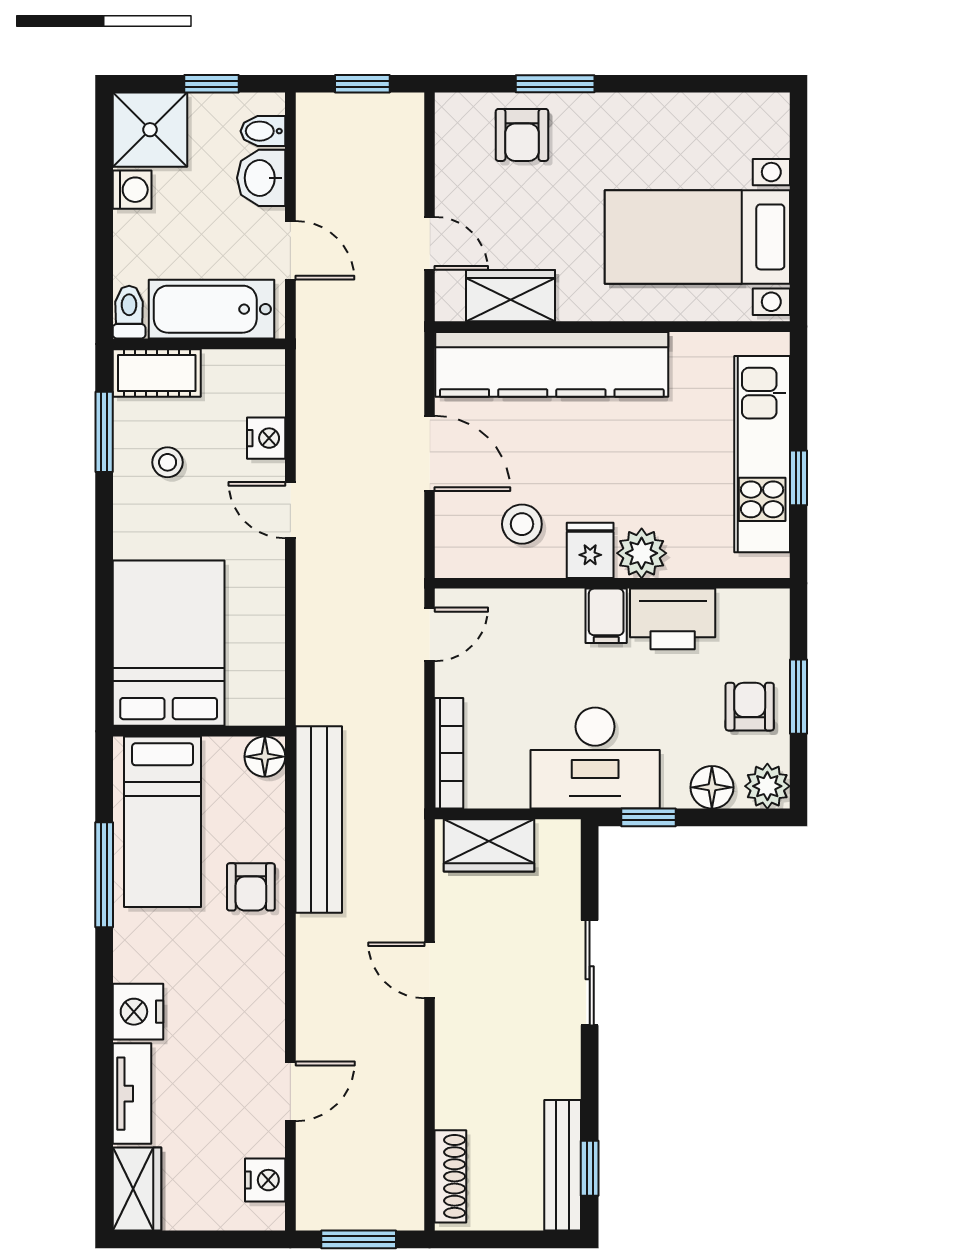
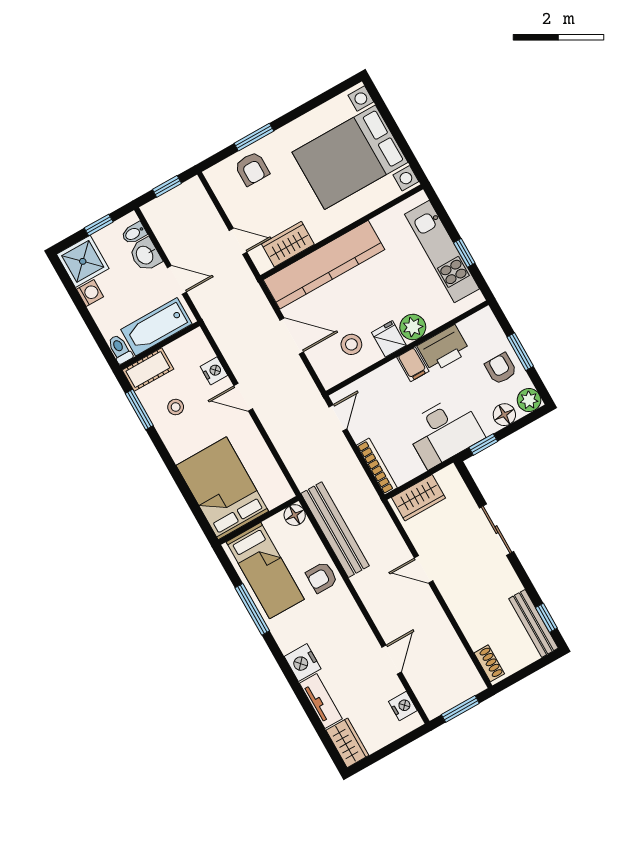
bed with nightstands: (697, 237) -> (350, 157), width x1.36
armchair: (251, 887) -> (322, 577), turned 90
shoe rack: (450, 1176) -> (489, 663), width x0.70

